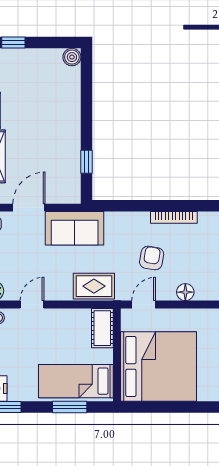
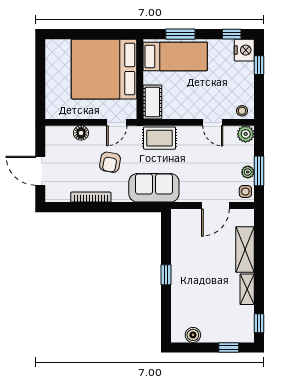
boiler: (72, 57) -> (193, 335), moved
window: (86, 162) -> (166, 275), moved
sofa: (75, 228) -> (154, 188), moved
door: (32, 304) -> (213, 122), hinge flipped

